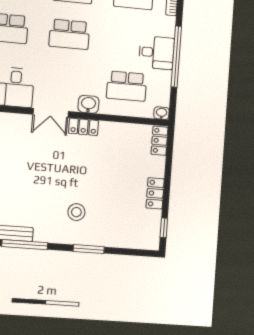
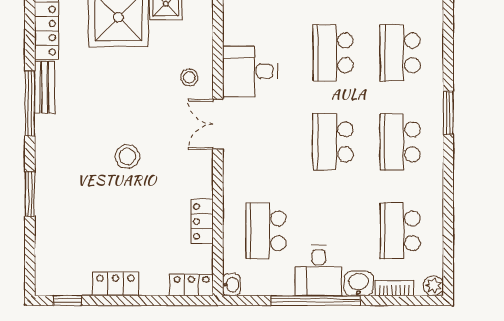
washbasin: (88, 104) -> (358, 283), moved, turned -90
locker: (83, 127) -> (202, 221), moved
stool: (16, 130) -> (189, 77), added
stool: (76, 212) -> (127, 156), moved

